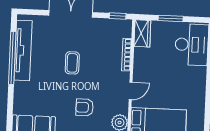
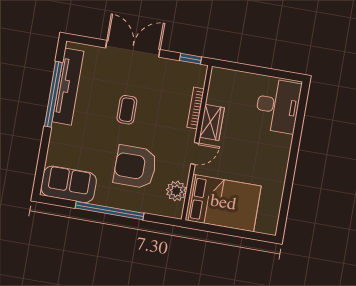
window: (171, 18) -> (256, 70), removed
wardrobe: (142, 33) -> (212, 122), moved
armchair: (85, 107) -> (135, 167), width x1.88, depth x1.88

